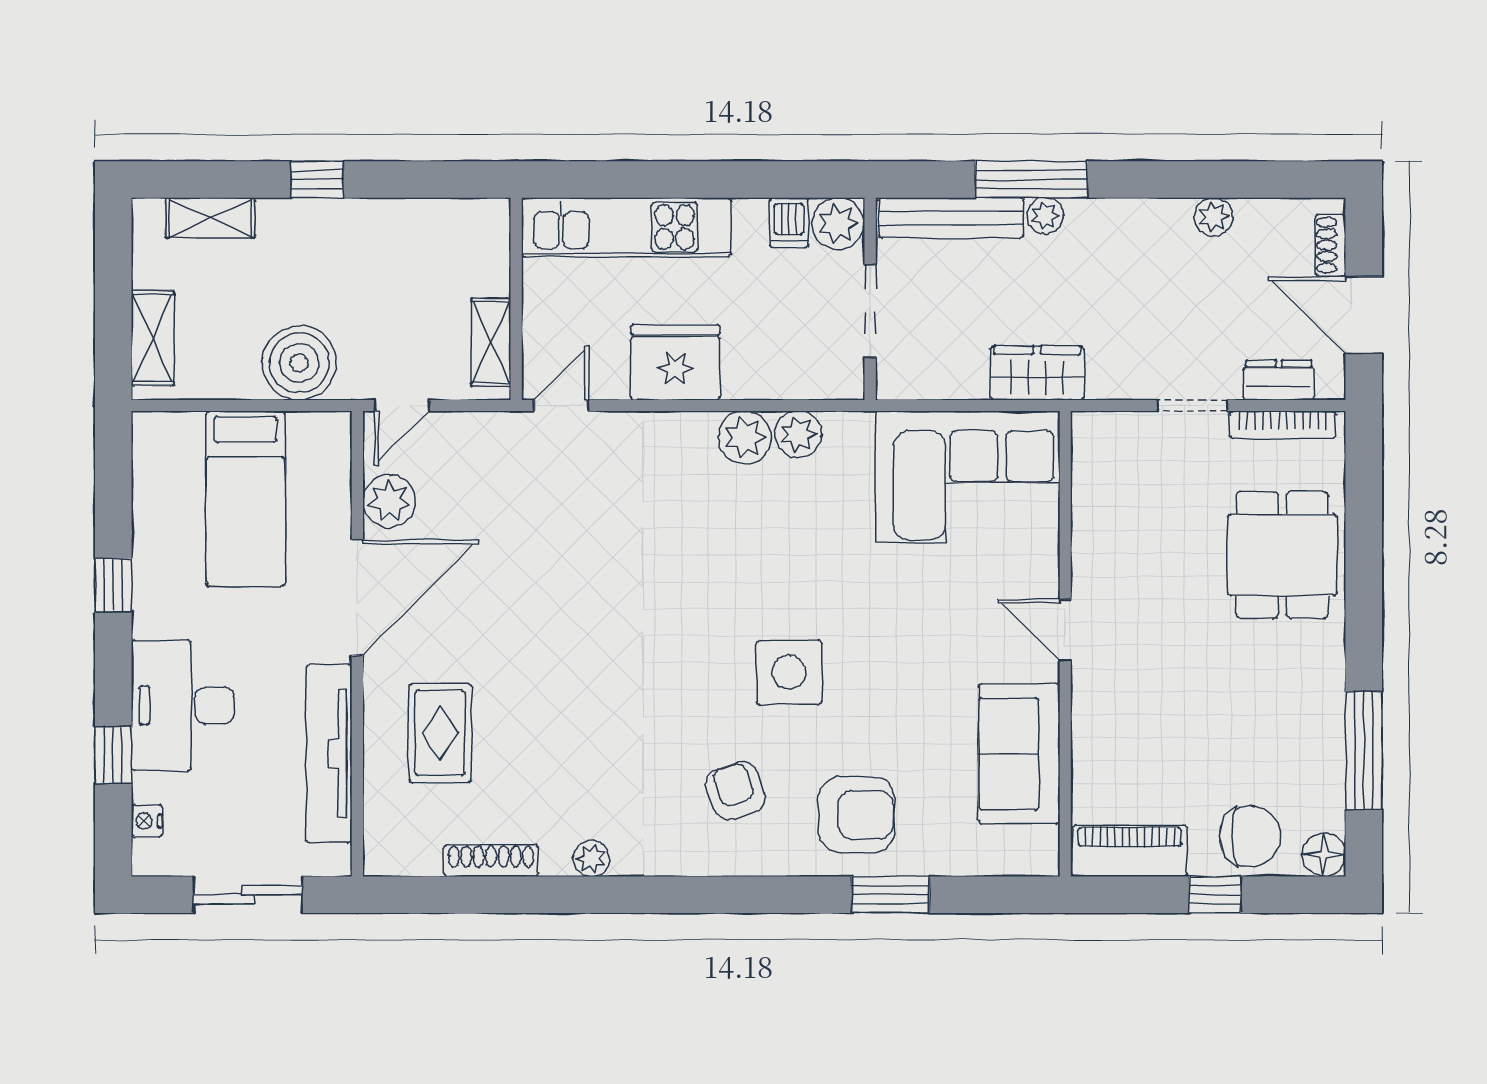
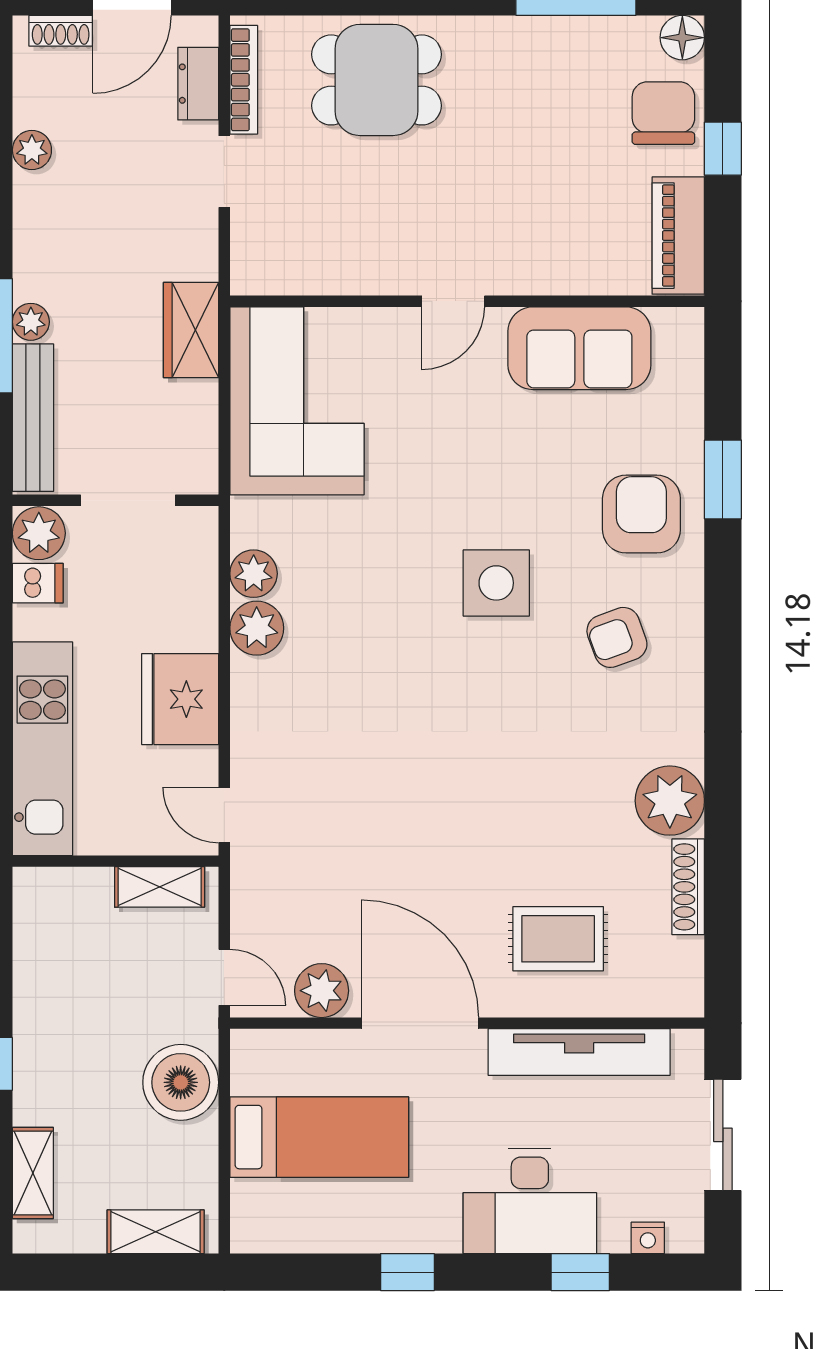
plant: (591, 858) -> (670, 801), width x1.88, depth x1.88

